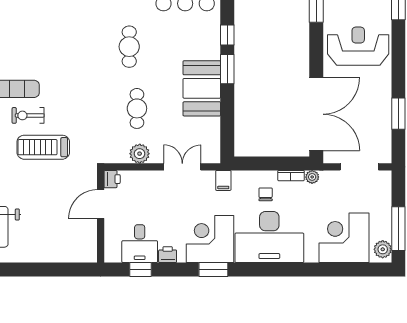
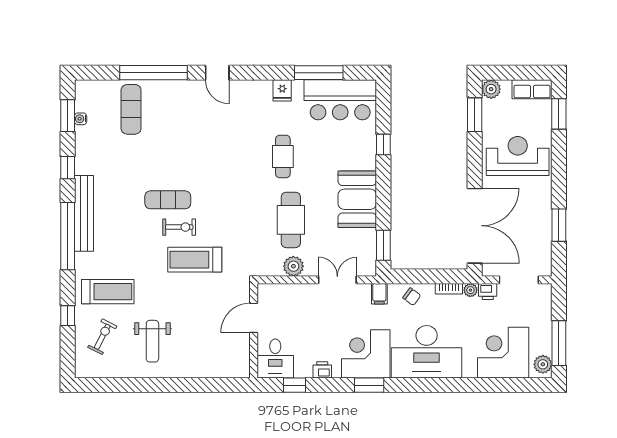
window: (227, 69) -> (383, 245), moved
cafe table: (137, 108) -> (291, 220), width x1.37, depth x1.35
exercise bike: (28, 115) -> (179, 227), turned 180
printer: (112, 179) -> (488, 291), moved, turned 90
chair: (266, 194) -> (412, 297), moved, turned 126
desk: (140, 244) -> (275, 358), moved

